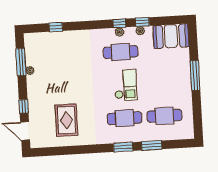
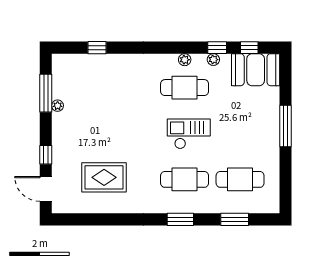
window: (119, 23) -> (249, 48), moved
checkout: (126, 85) -> (189, 134), turned -90
rug: (66, 120) -> (104, 177), turned 90
window: (152, 145) -> (235, 219), moved

